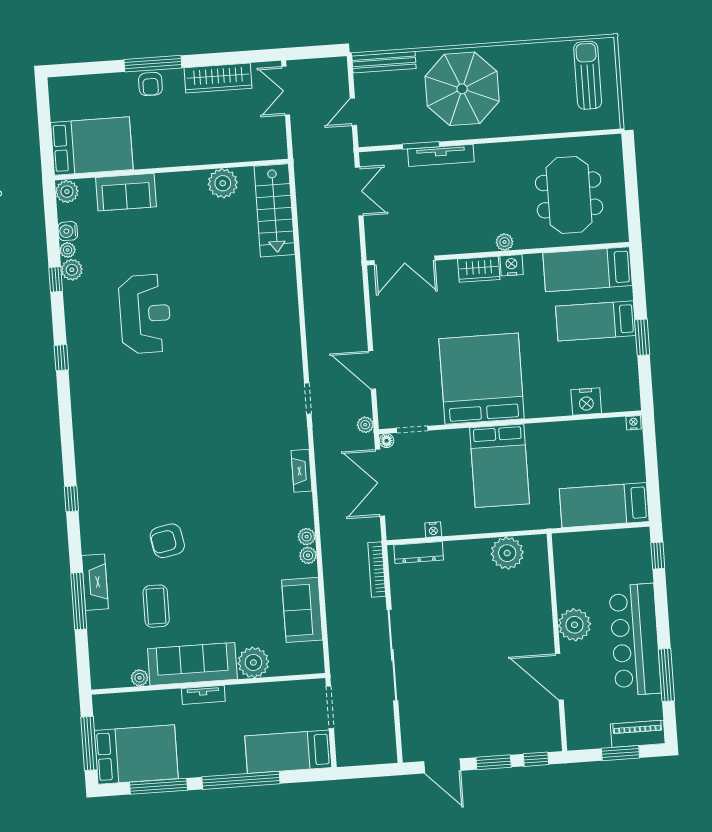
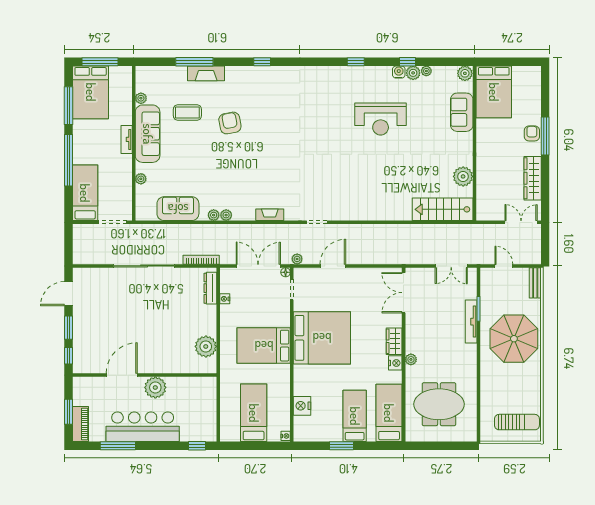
bench: (384, 62) -> (535, 283), width x0.73
armchair: (150, 84) -> (532, 133), turned 90
water cooler: (68, 231) -> (399, 72), moved
bed: (604, 505) -> (254, 413), moved
plant: (253, 662) -> (141, 179), width x0.53, depth x0.53

